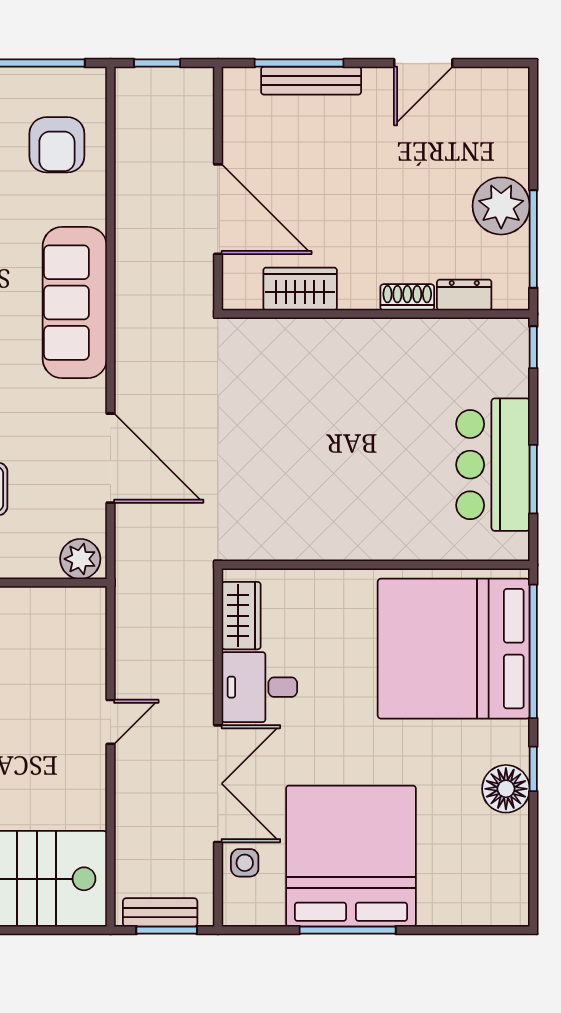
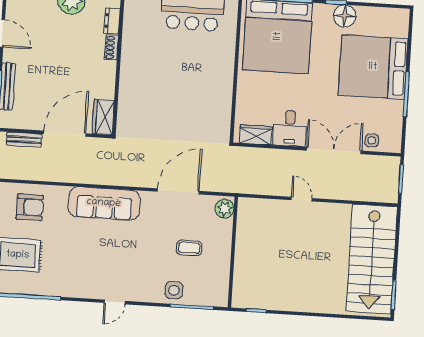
wardrobe: (300, 289) -> (103, 117), moved
bed: (351, 856) -> (373, 67), moved
bench: (160, 912) -> (24, 139), moved, turned 90

